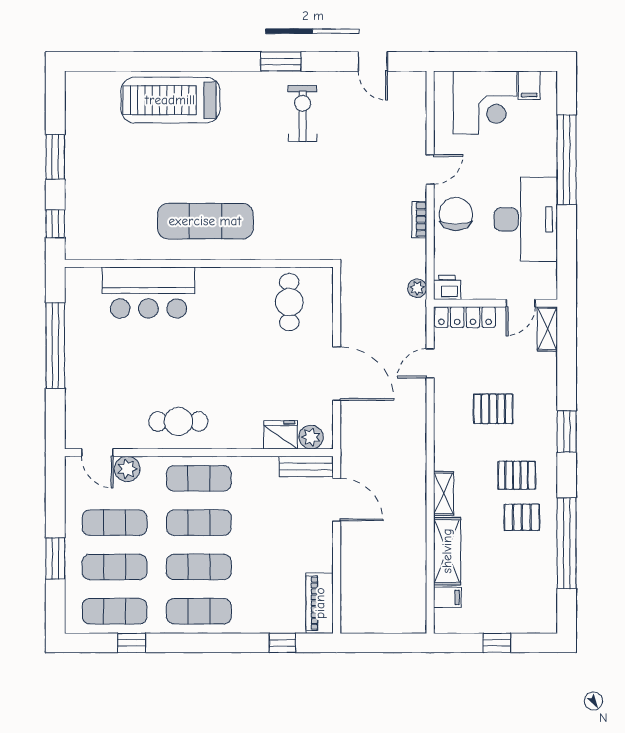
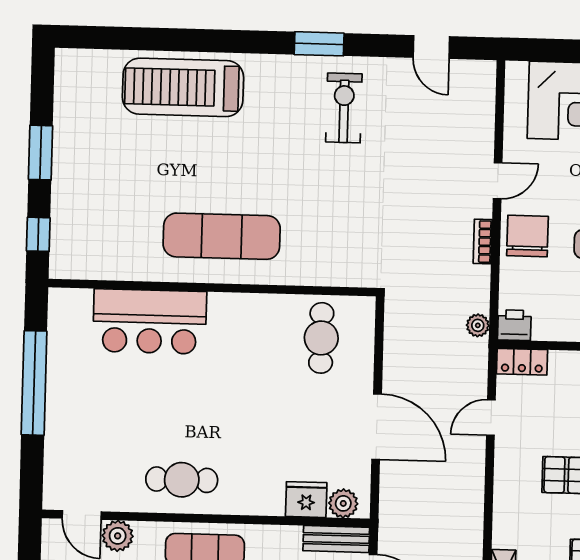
locker: (465, 317) -> (522, 362), width x0.66

